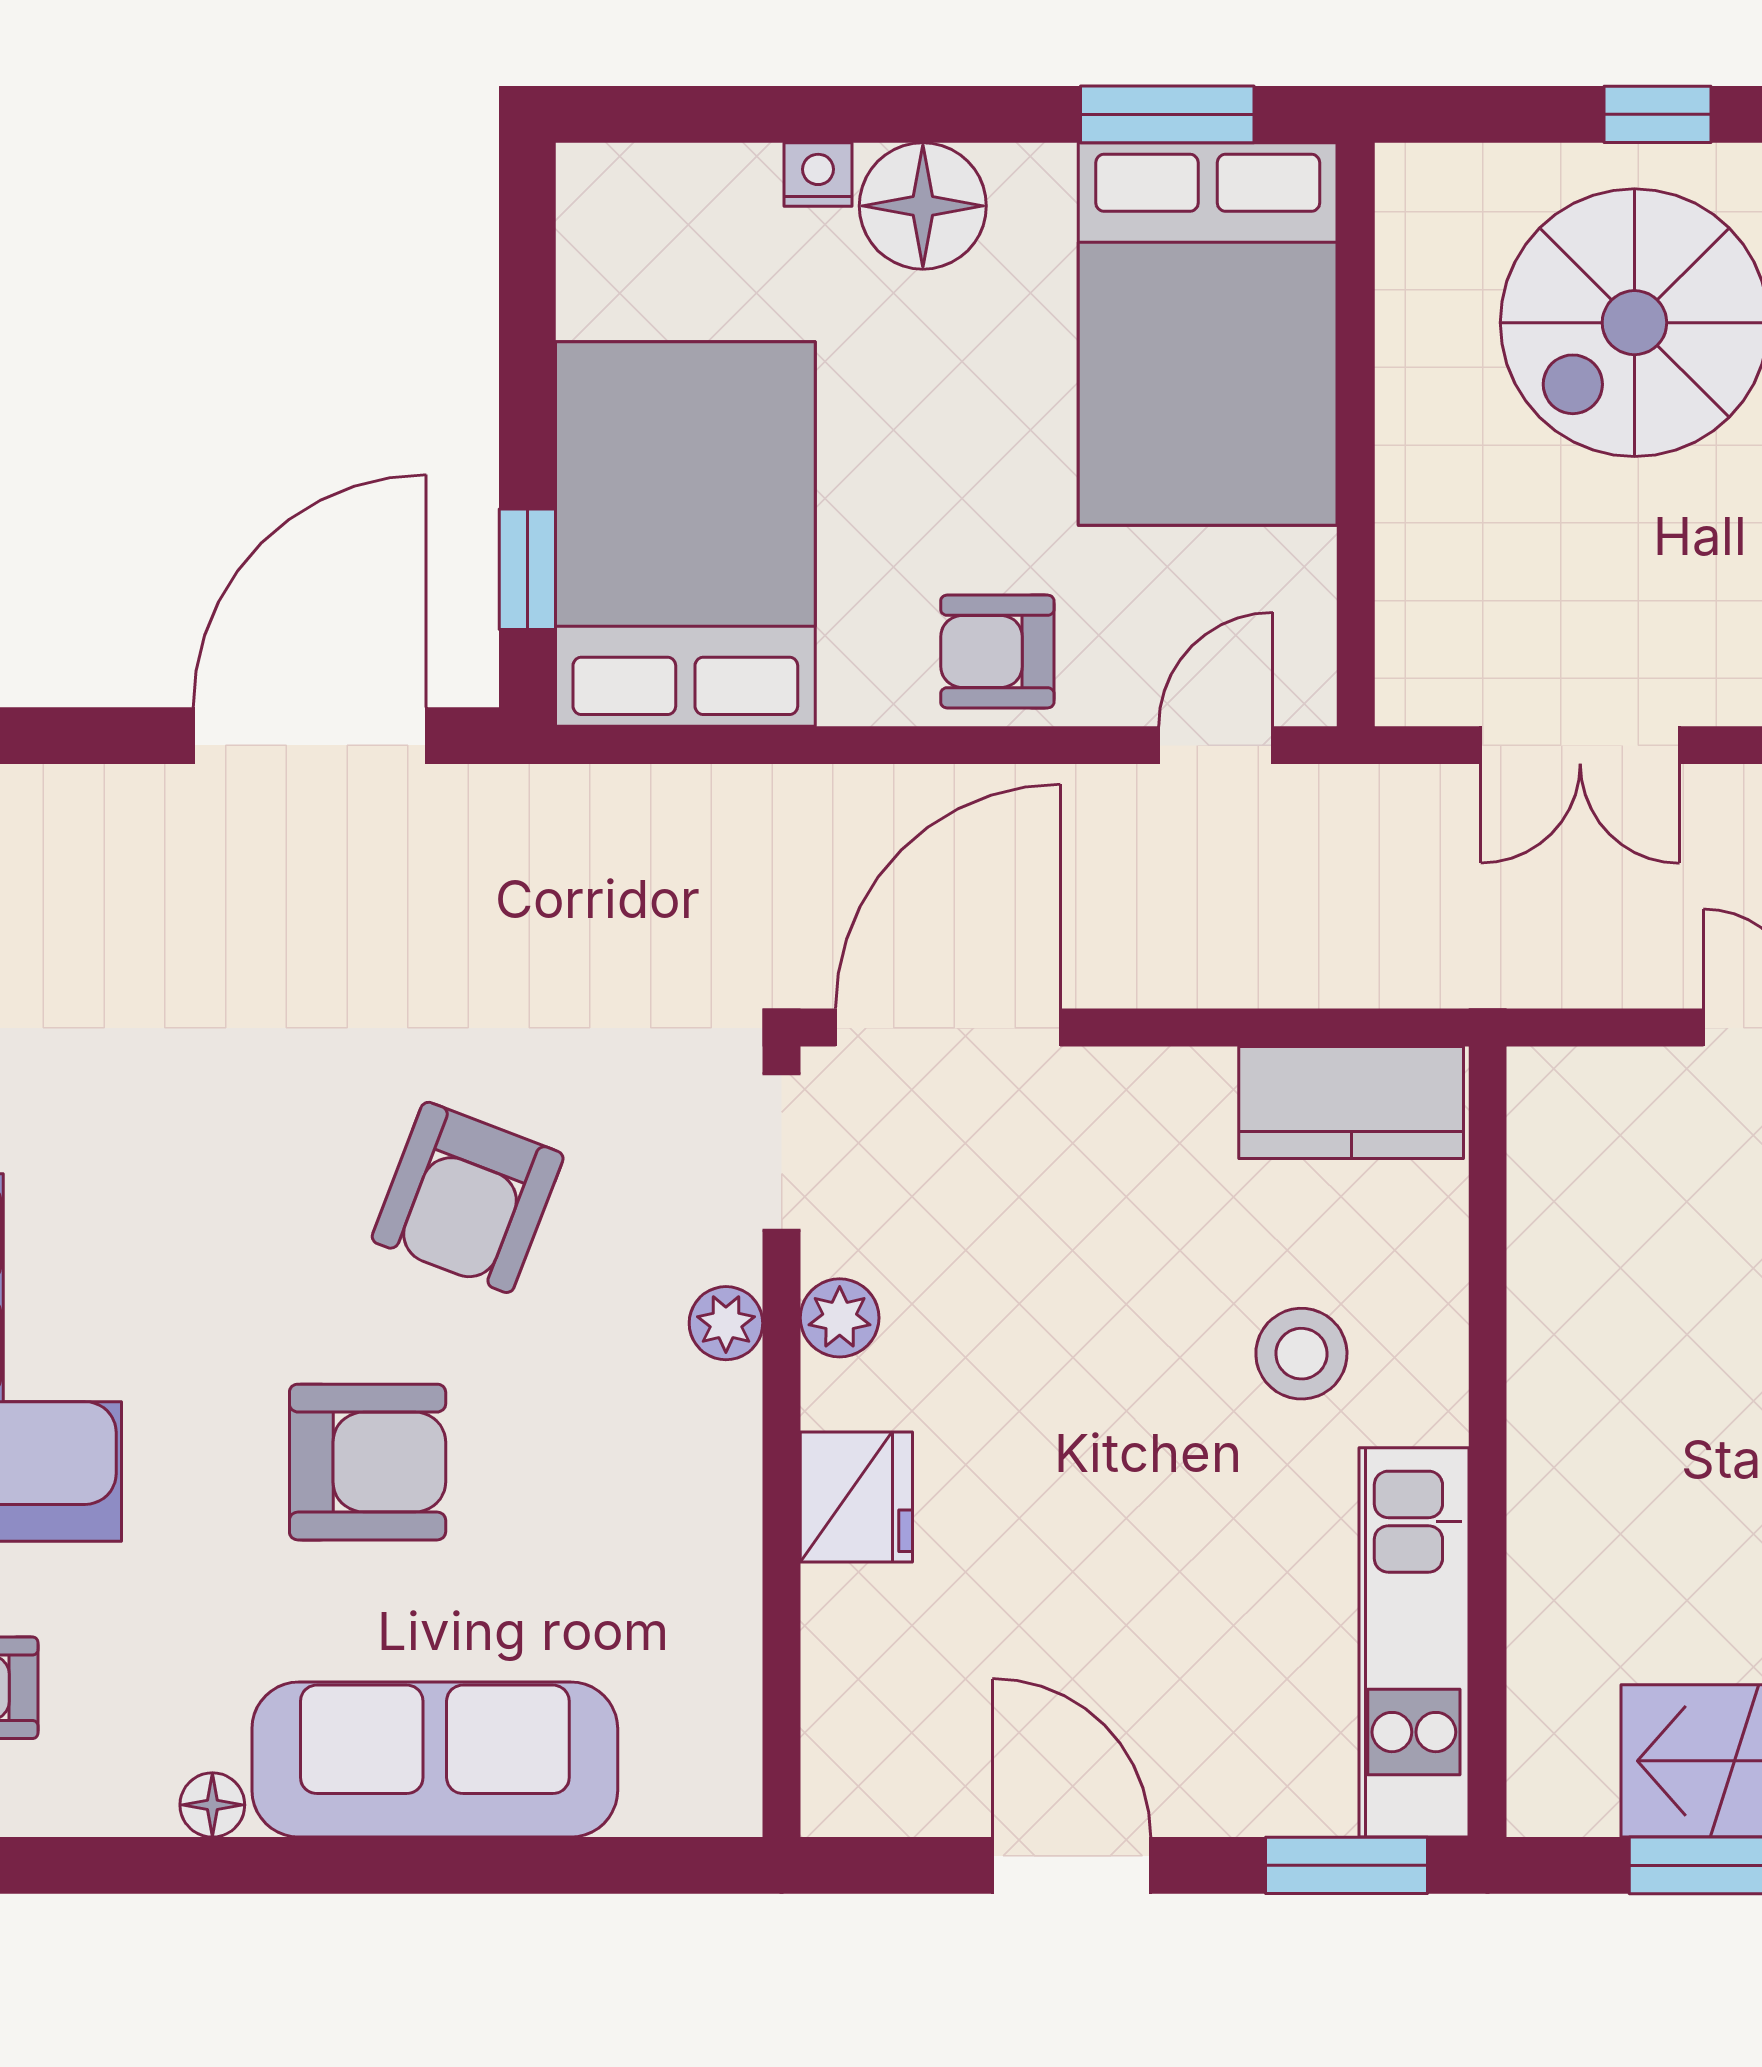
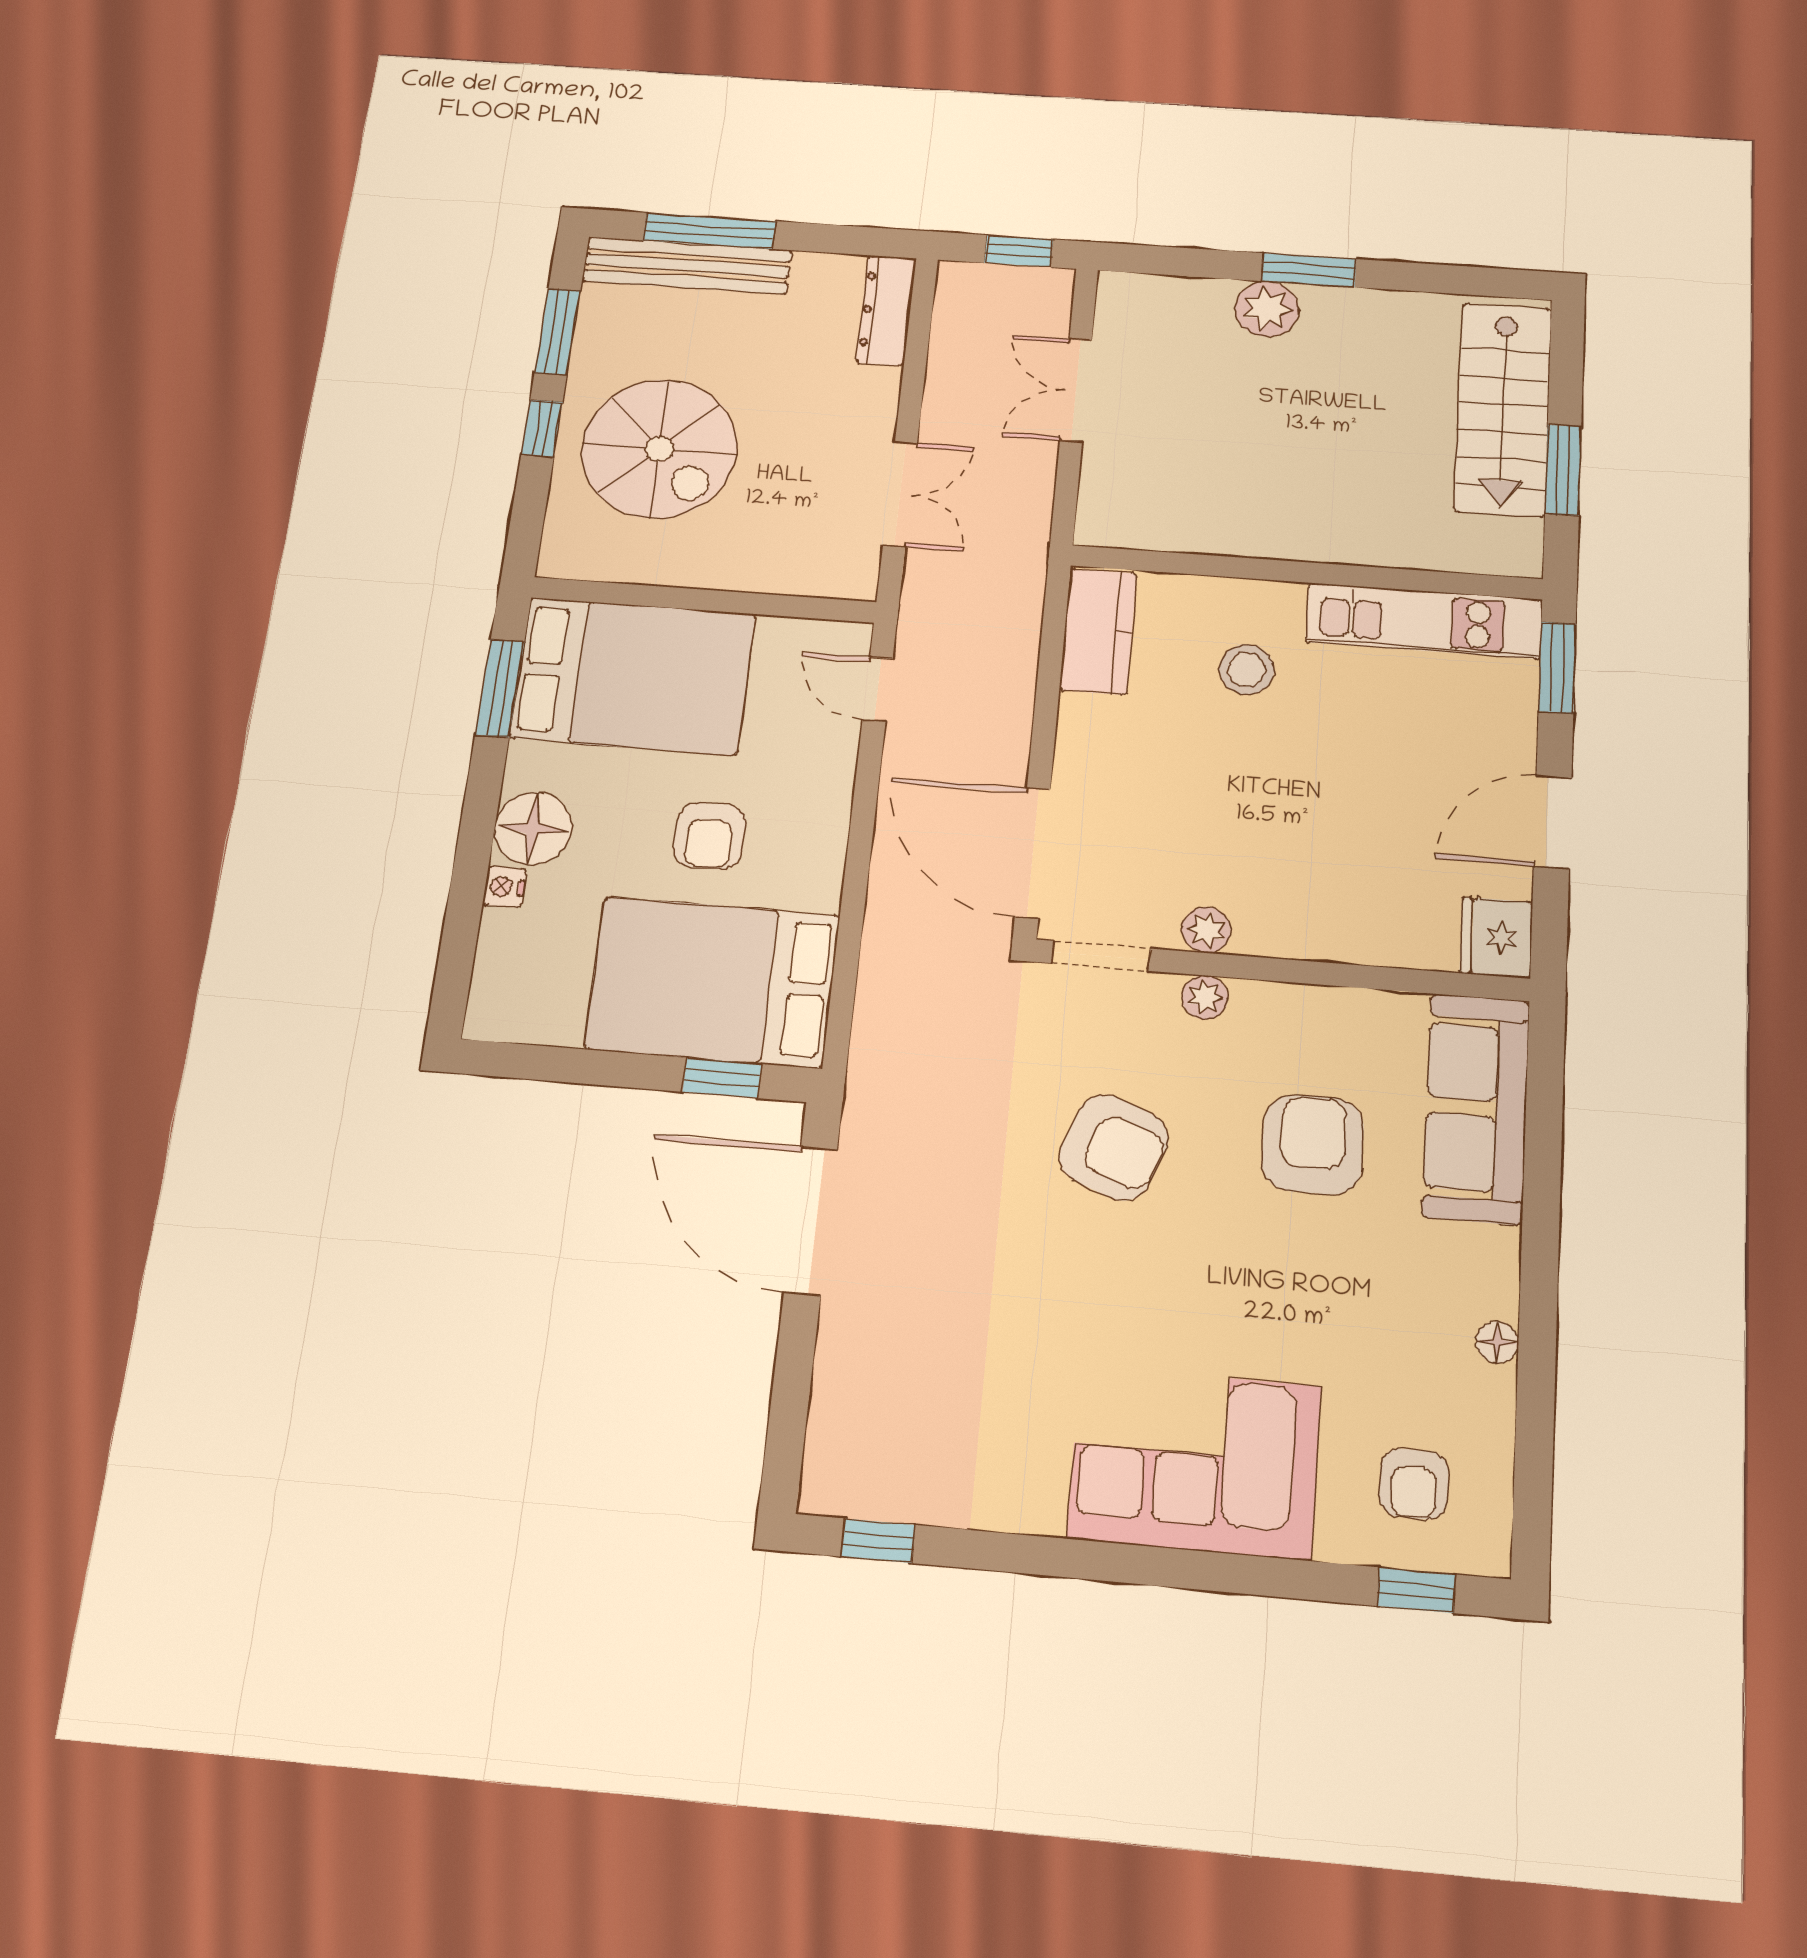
armchair: (997, 652) -> (710, 836), moved
armchair: (368, 1462) -> (1313, 1145), moved
fridge: (856, 1497) -> (1496, 938), moved, turned -90
sofa: (435, 1760) -> (1476, 1108), moved

